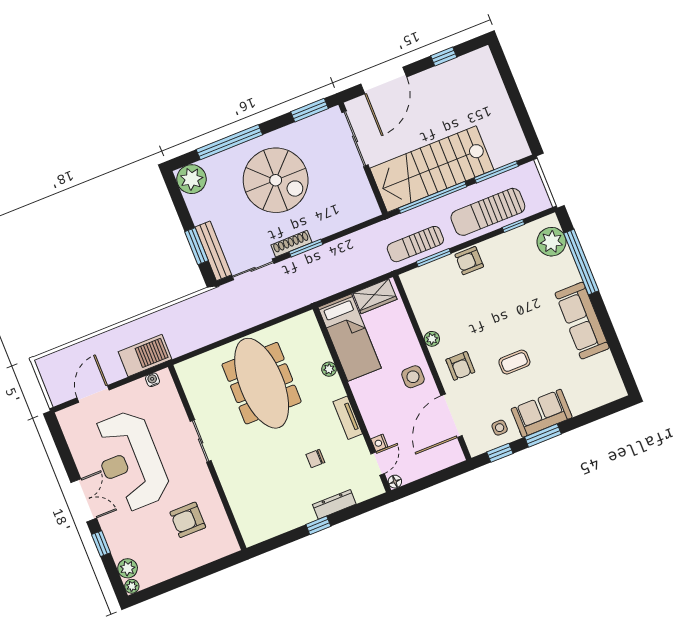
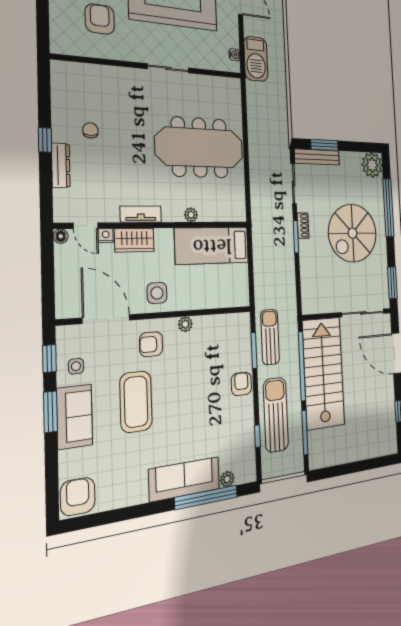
plant: (552, 242) -> (227, 479), width x0.53, depth x0.53
shoe rack: (291, 244) -> (303, 226), width x0.70
wardrobe: (375, 296) -> (134, 240), moved, turned -90
sofa: (582, 321) -> (185, 479), moved
coffee table: (514, 362) -> (136, 402), width x1.86, depth x1.72
armchair: (606, 386) -> (78, 497), added
chair: (315, 458) -> (90, 130), moved

